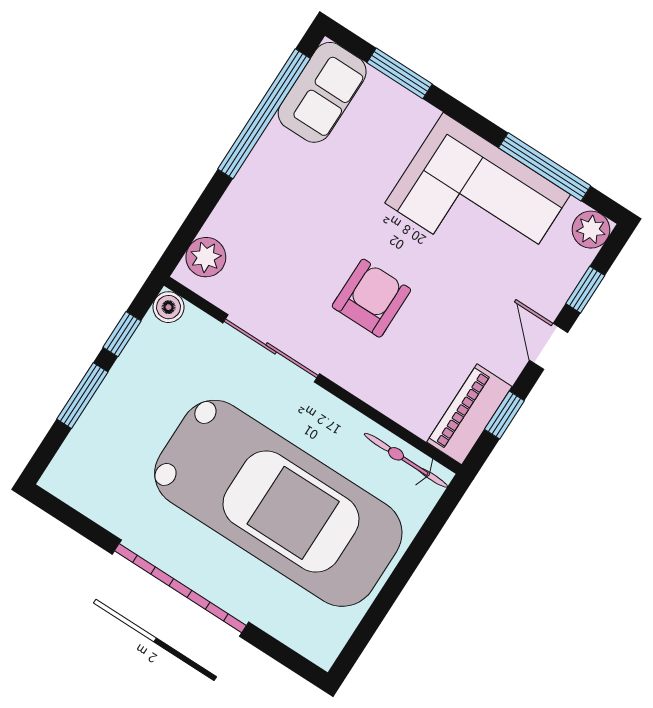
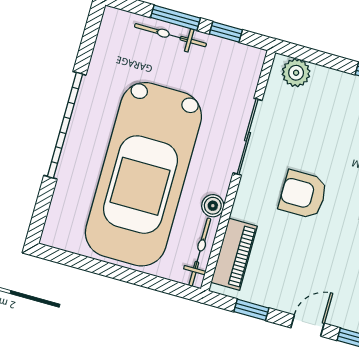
armchair: (371, 298) -> (303, 194), turned 180
boiler: (169, 307) -> (213, 206), moved
bicycle: (104, 410) -> (170, 35), added
piano: (469, 414) -> (234, 254), moved, turned 90

